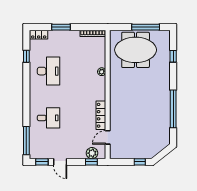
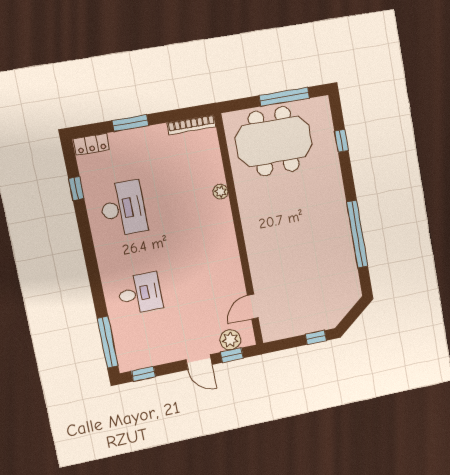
locker: (101, 115) -> (234, 270), removed
door: (60, 162) -> (199, 362), moved

